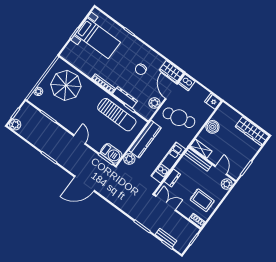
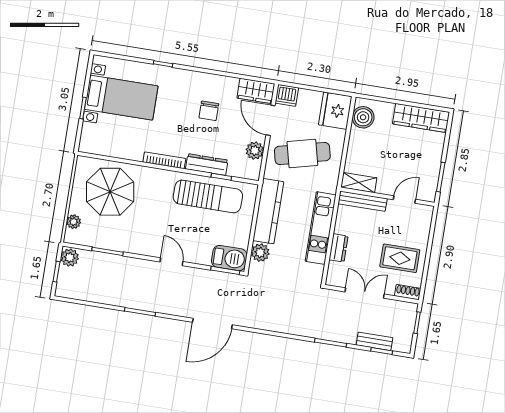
fridge: (213, 101) -> (335, 111), width x1.88, depth x1.34
plant: (15, 125) -> (70, 258), moved
boiler: (212, 127) -> (363, 117), moved
door: (221, 170) -> (404, 199), hinge flipped
plant: (227, 184) -> (424, 216), removed
double door: (166, 203) -> (365, 293), moved

